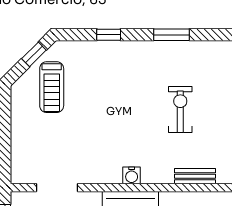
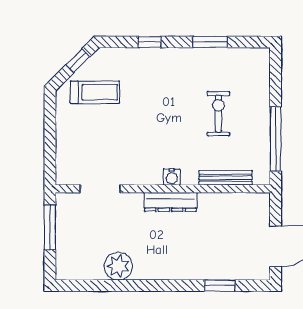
treadmill: (52, 87) -> (95, 92), turned -90
bench: (195, 176) -> (226, 178), width x1.36

